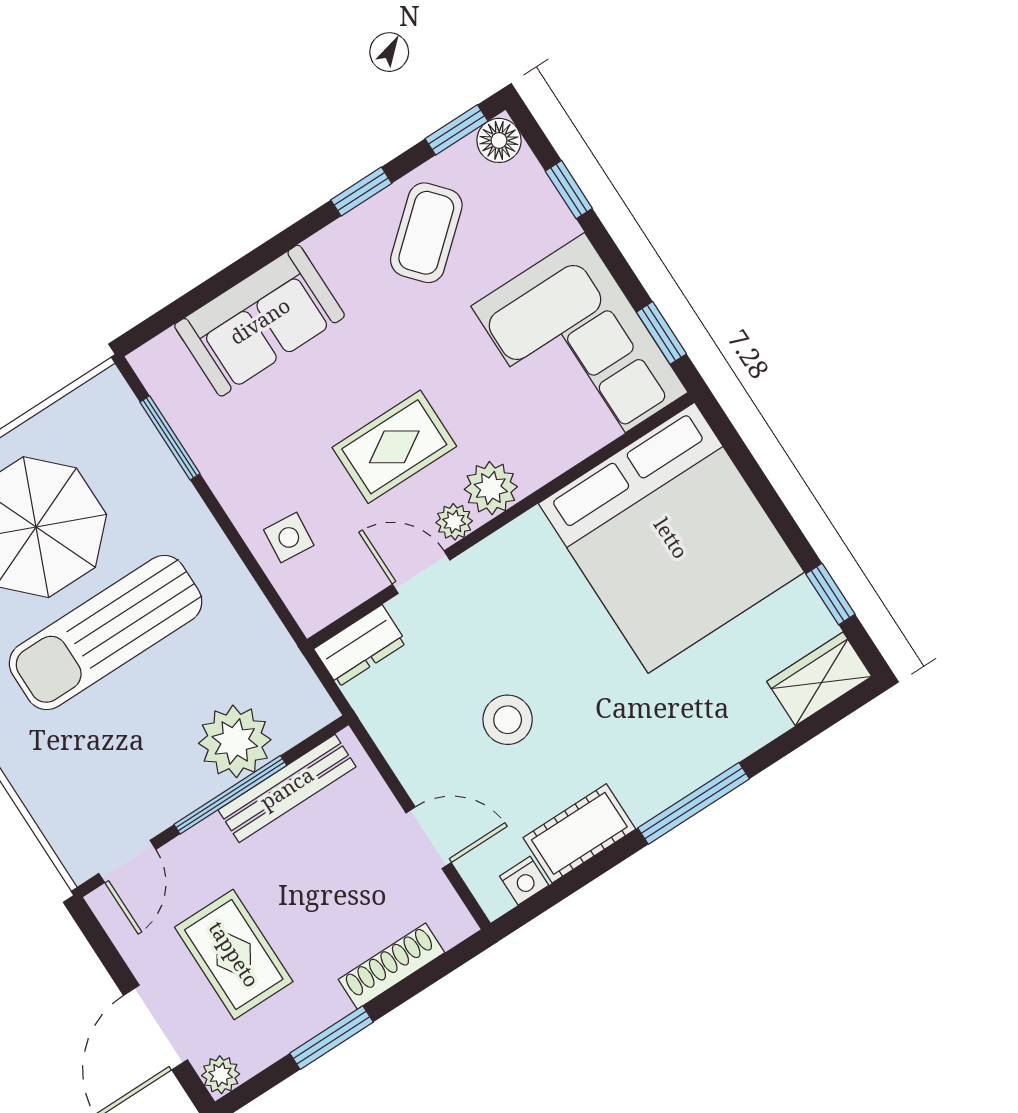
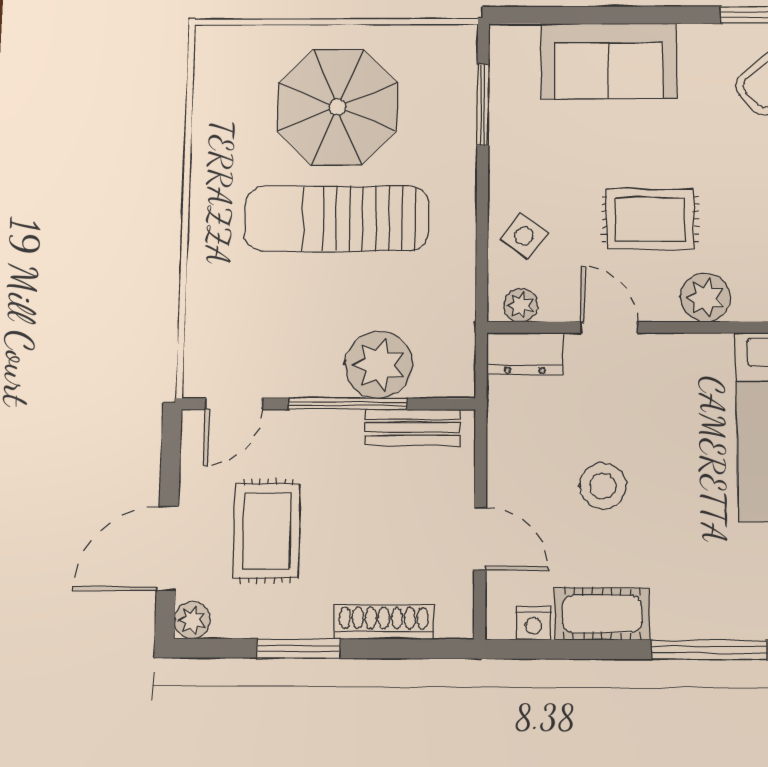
plant: (454, 522) -> (521, 305), moved
side table: (289, 537) -> (524, 236), turned 31
bench: (287, 788) -> (412, 427), width x0.73

